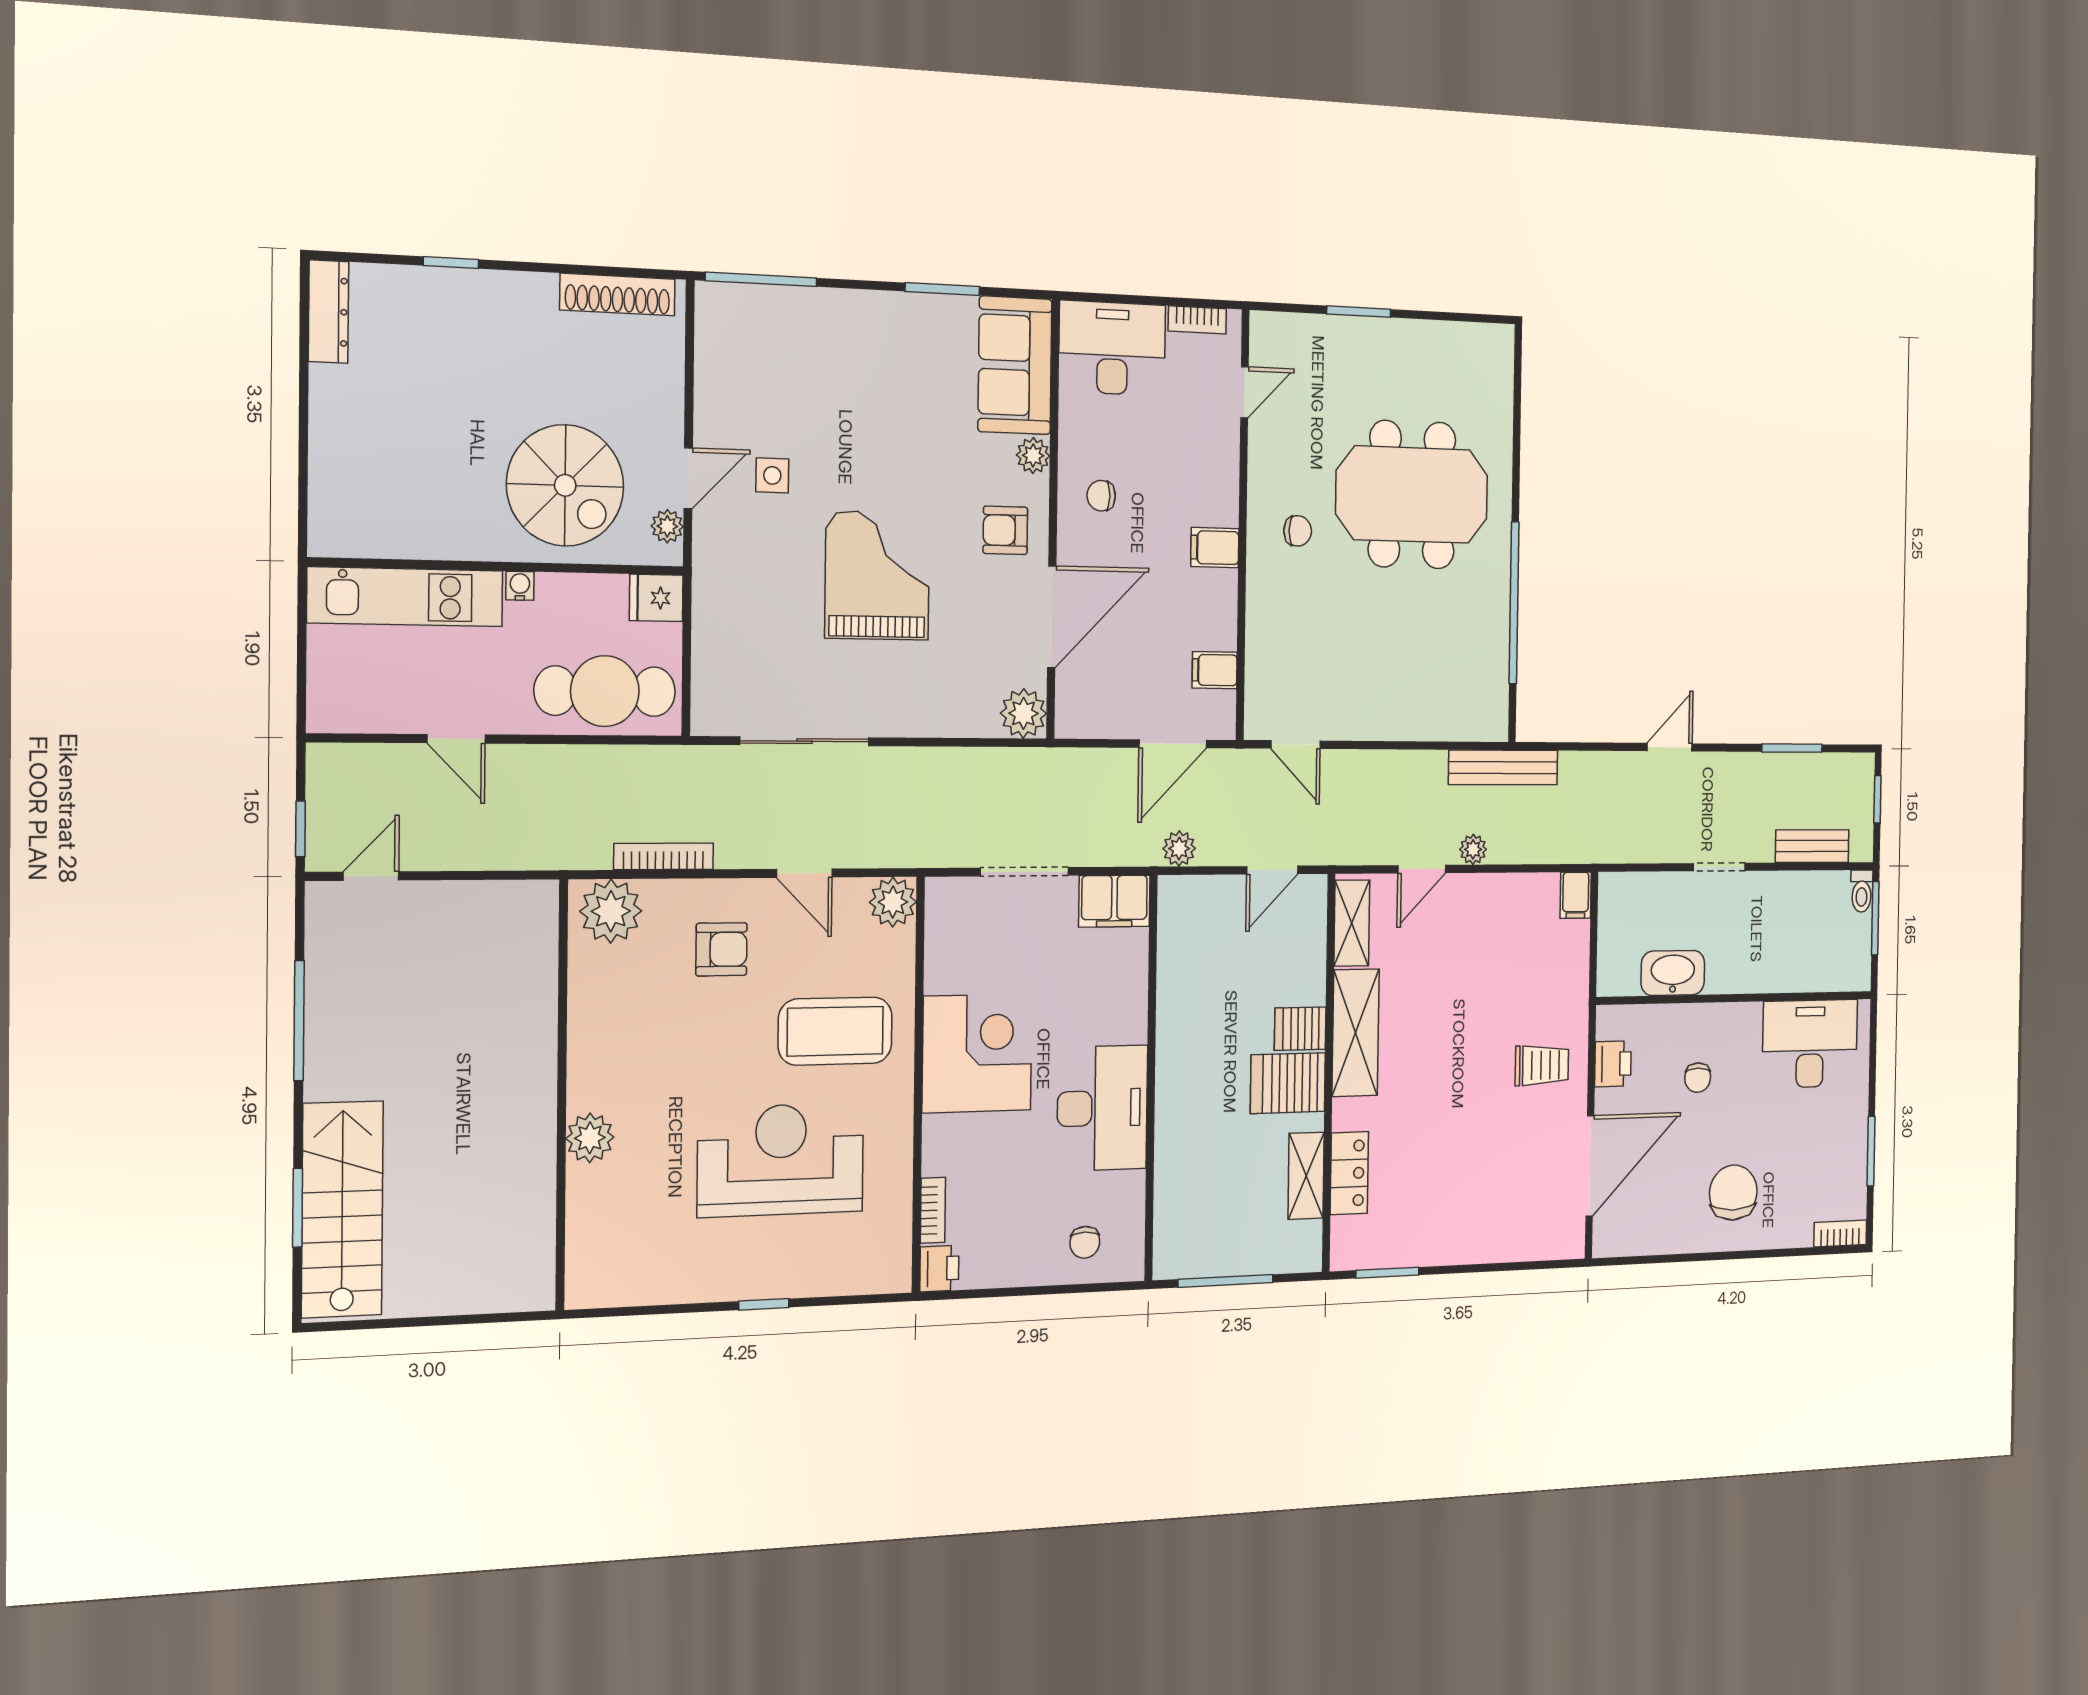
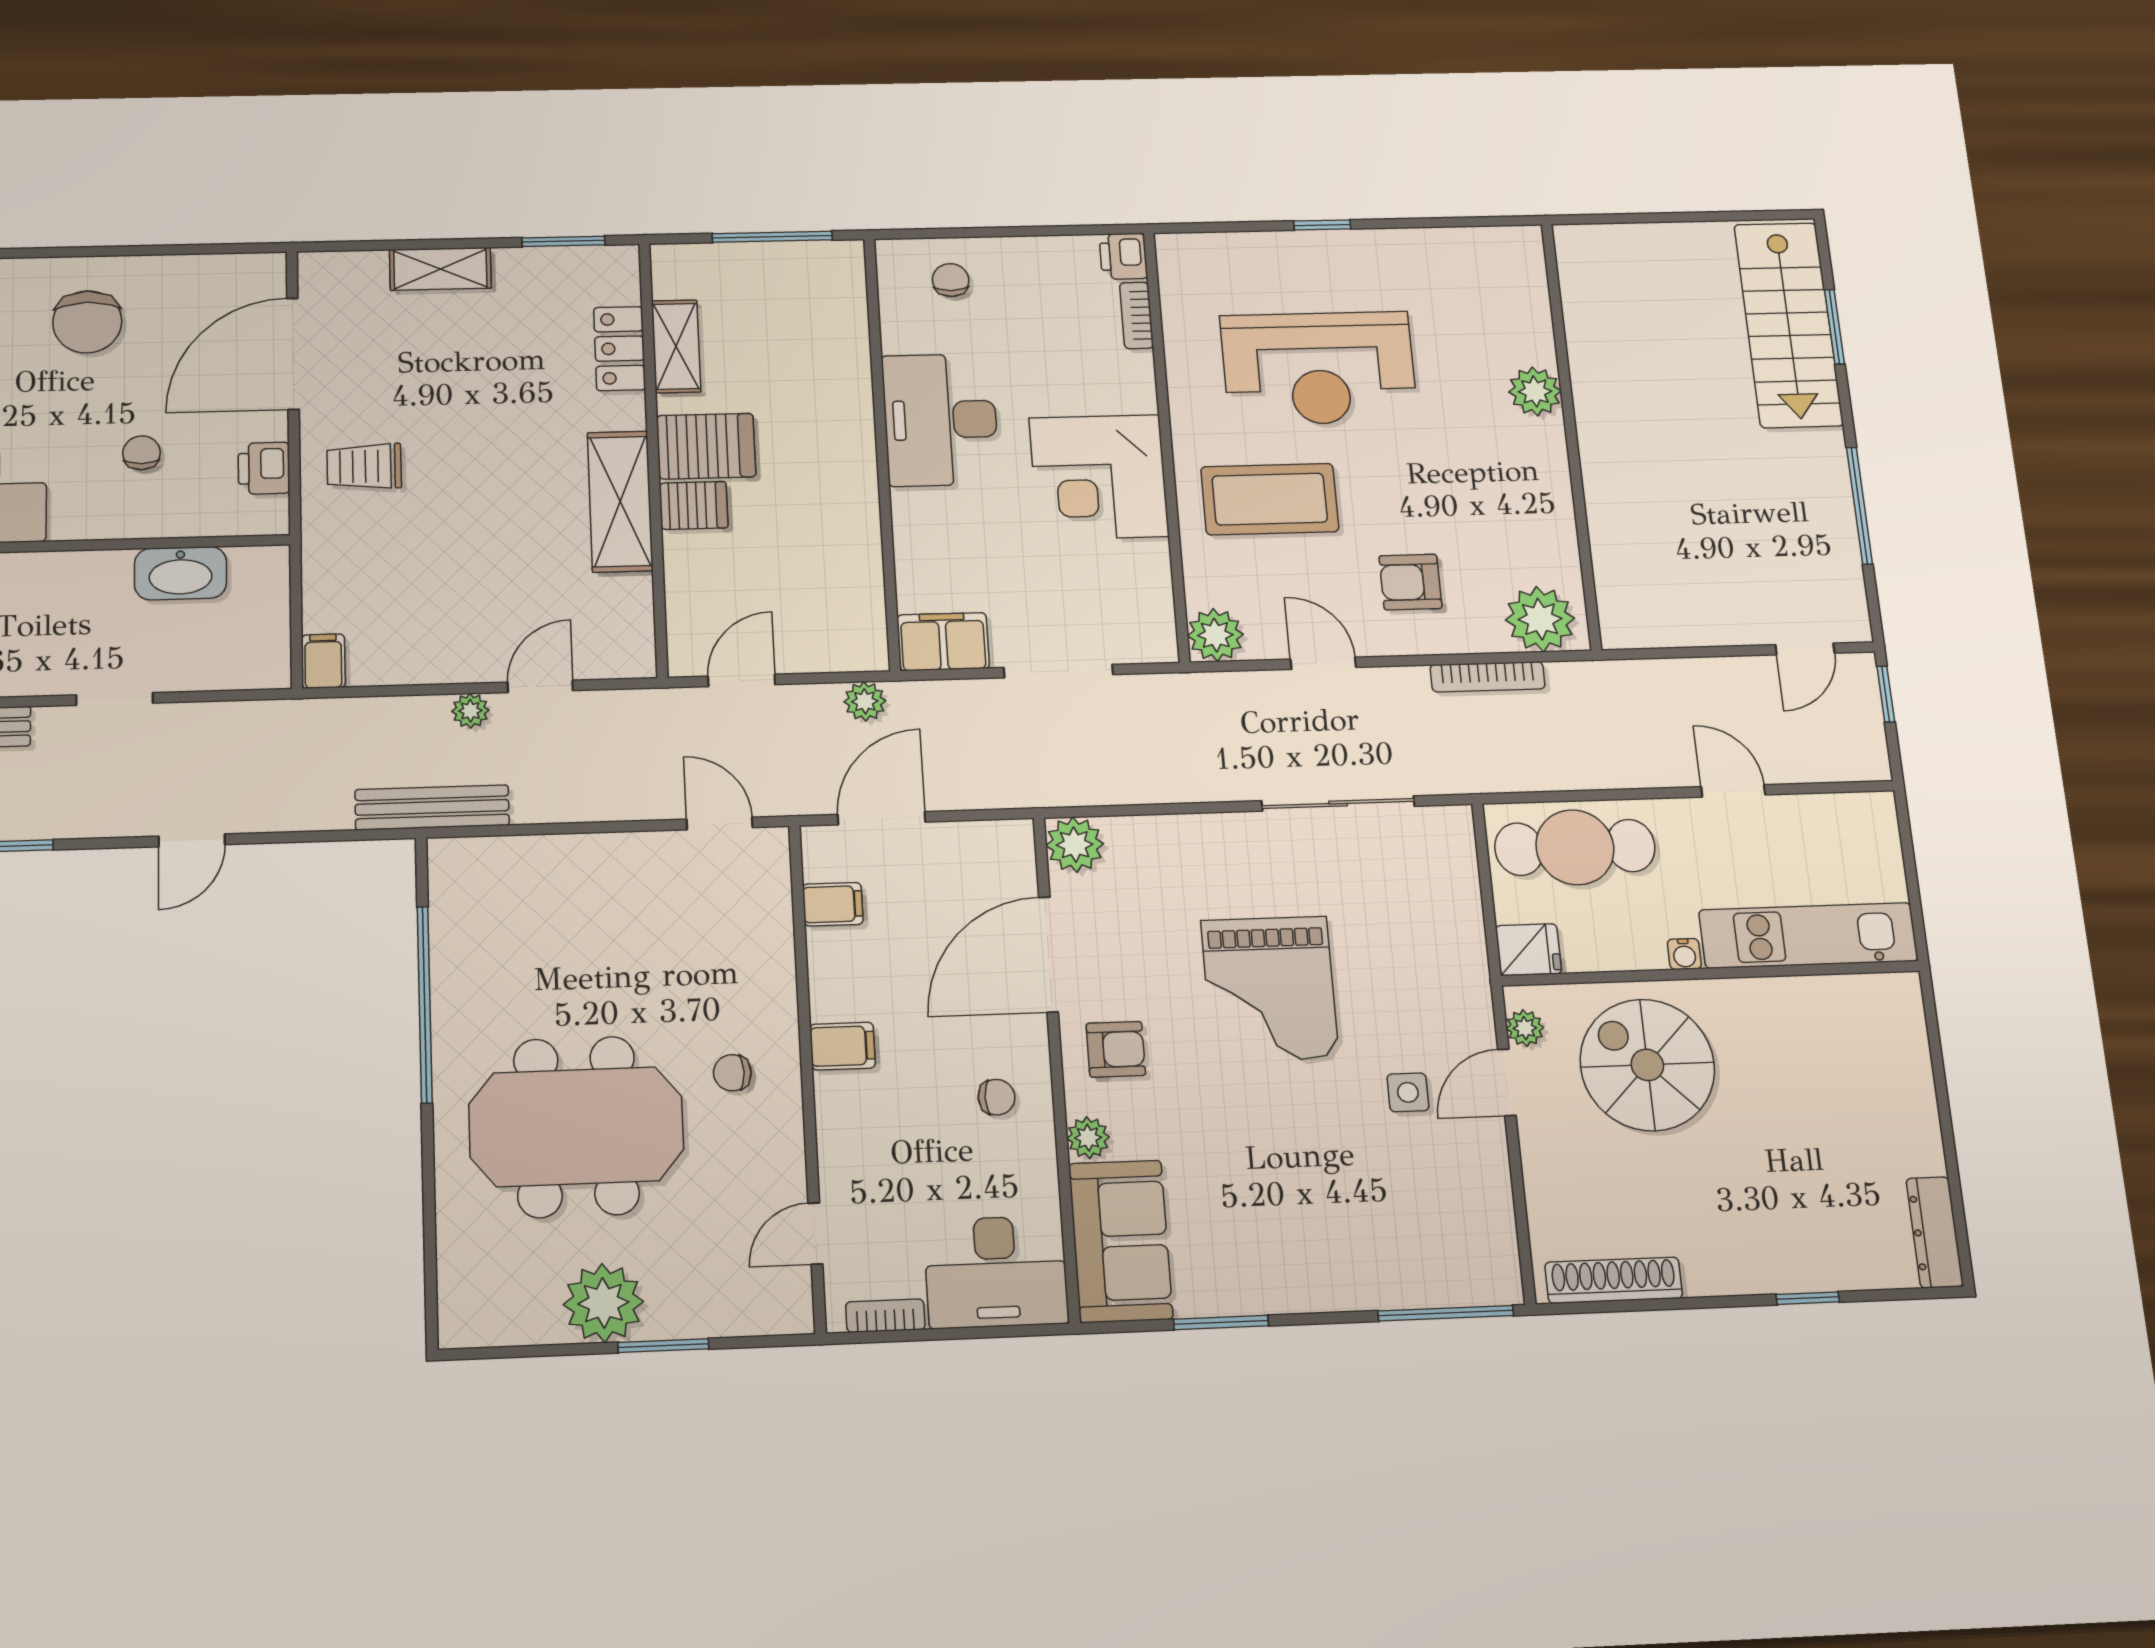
plant: (1399, 350) -> (603, 1303), added
shelving: (1352, 923) -> (440, 269), moved, turned 90

